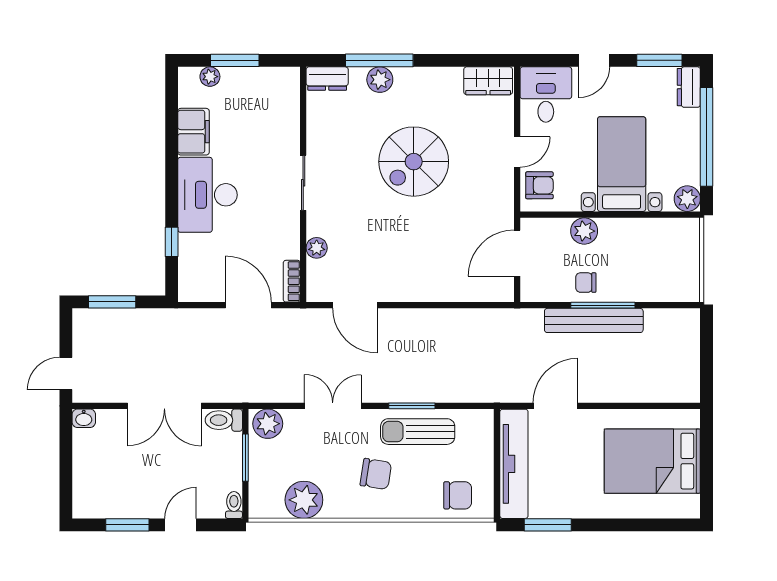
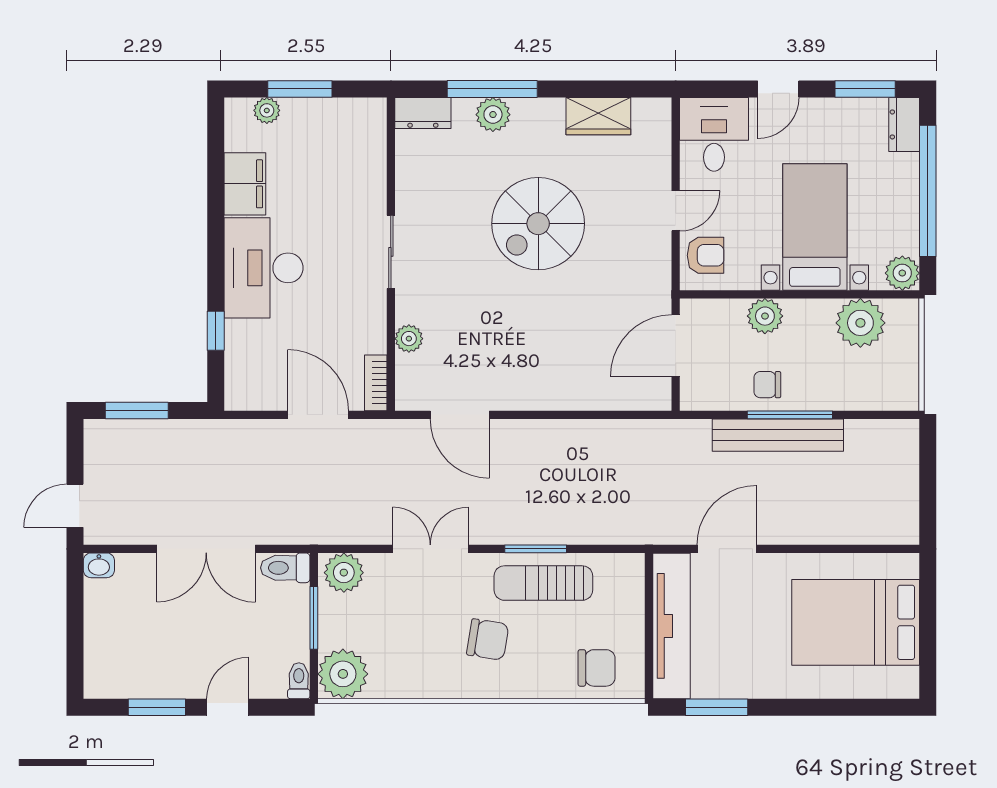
wardrobe: (488, 81) -> (598, 116), moved
plant: (656, 236) -> (860, 323), added
plant: (304, 500) -> (343, 674), moved

